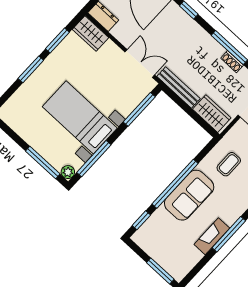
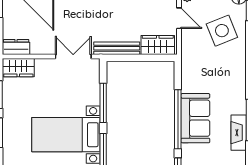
window: (139, 109) -> (103, 103), moved
coffee table: (229, 164) -> (203, 70), removed

